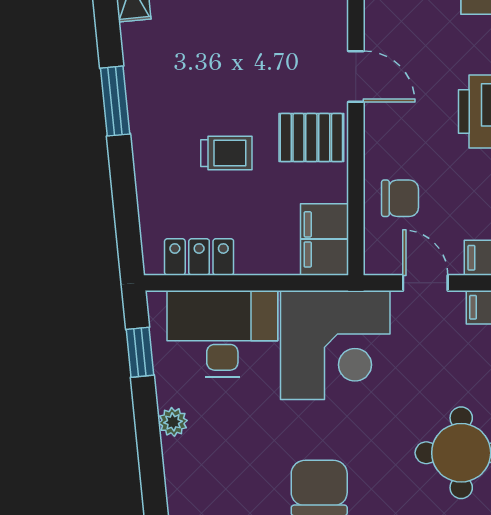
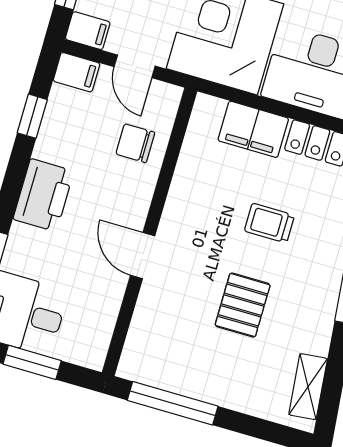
pallet: (311, 138) -> (243, 305), moved, turned 90
filing cabinet: (324, 239) -> (253, 129), moved, turned 90

